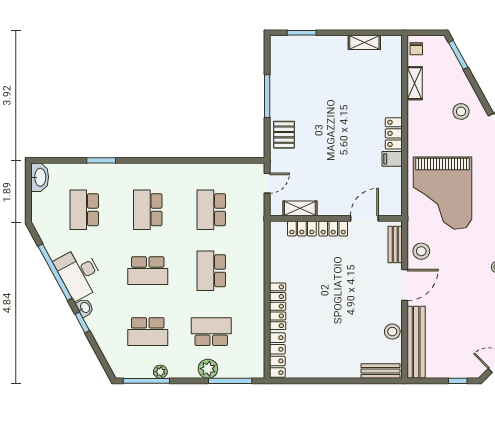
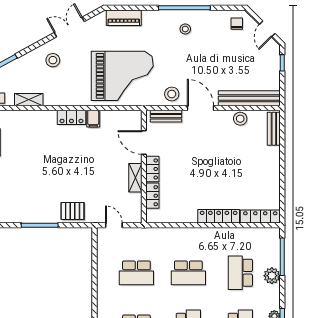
shelving: (300, 208) -> (135, 178), moved

